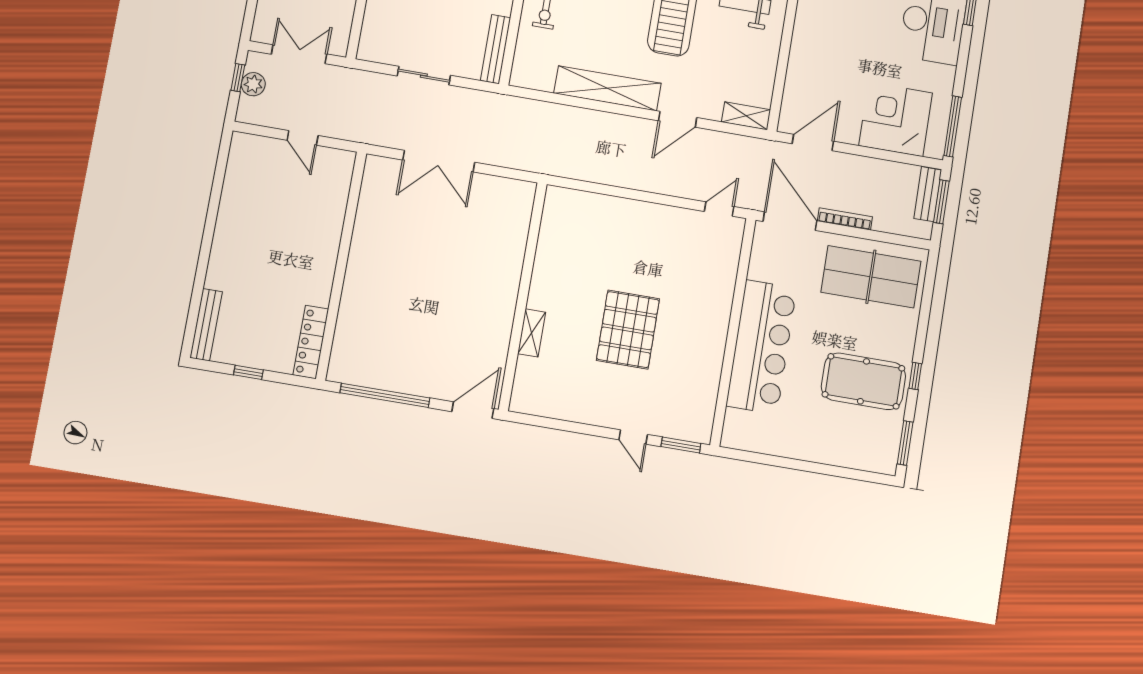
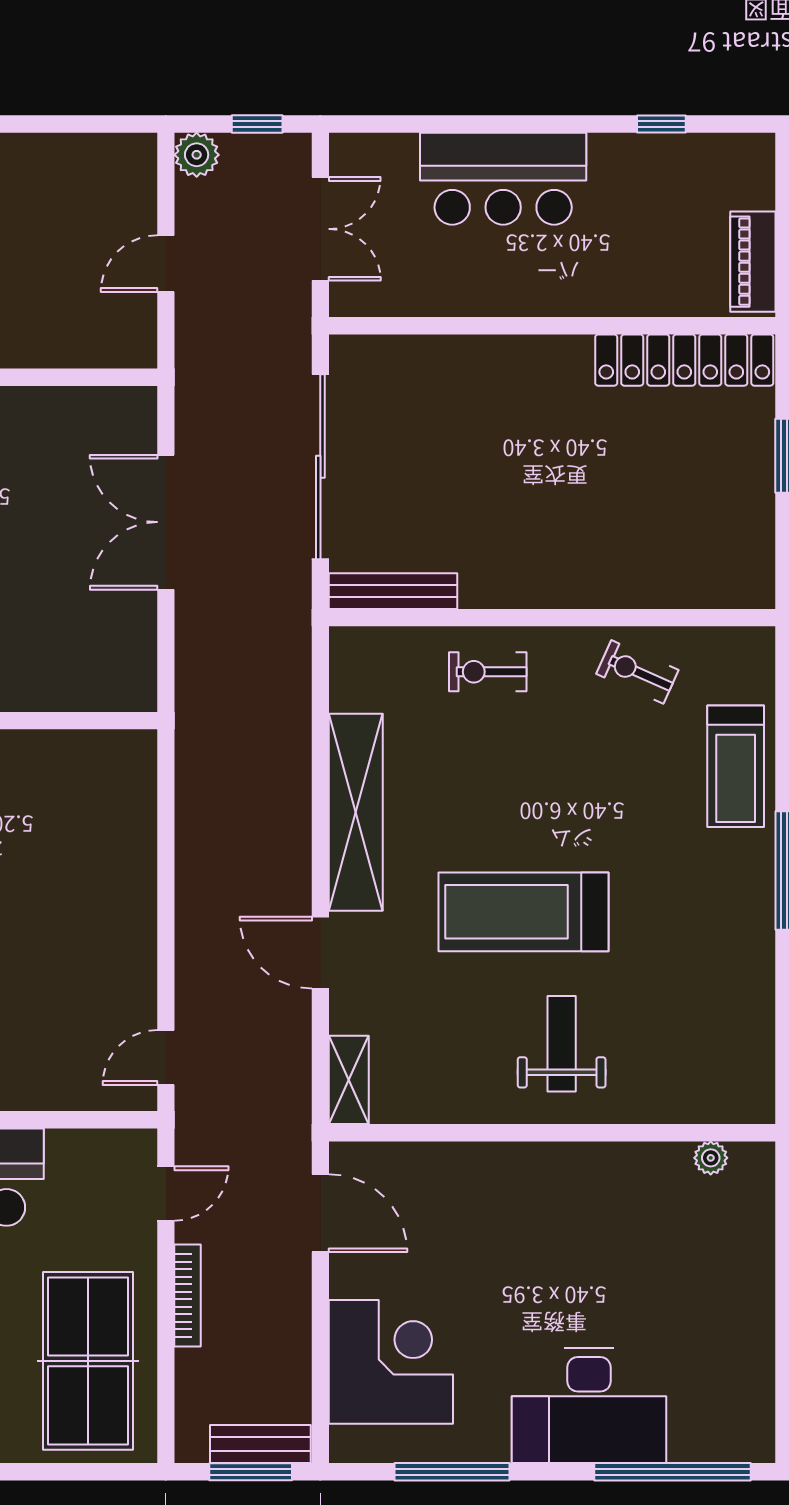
sliding door: (424, 76) -> (320, 467), width x1.86
plant: (253, 84) -> (197, 155), moved
window: (953, 126) -> (452, 1472), moved
door: (719, 209) -> (166, 1058), swing flipped
door: (790, 221) -> (166, 1193), width x0.53

